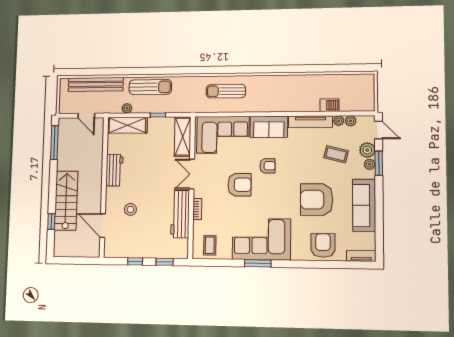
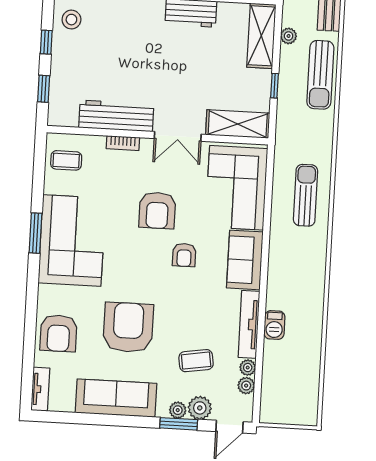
barbecue: (330, 105) -> (274, 325), moved
coffee table: (336, 154) -> (196, 361), turned 67
double door: (192, 174) -> (178, 136), swing flipped
stool: (130, 209) -> (71, 20), moved
armchair: (323, 245) -> (58, 333), turned 90

